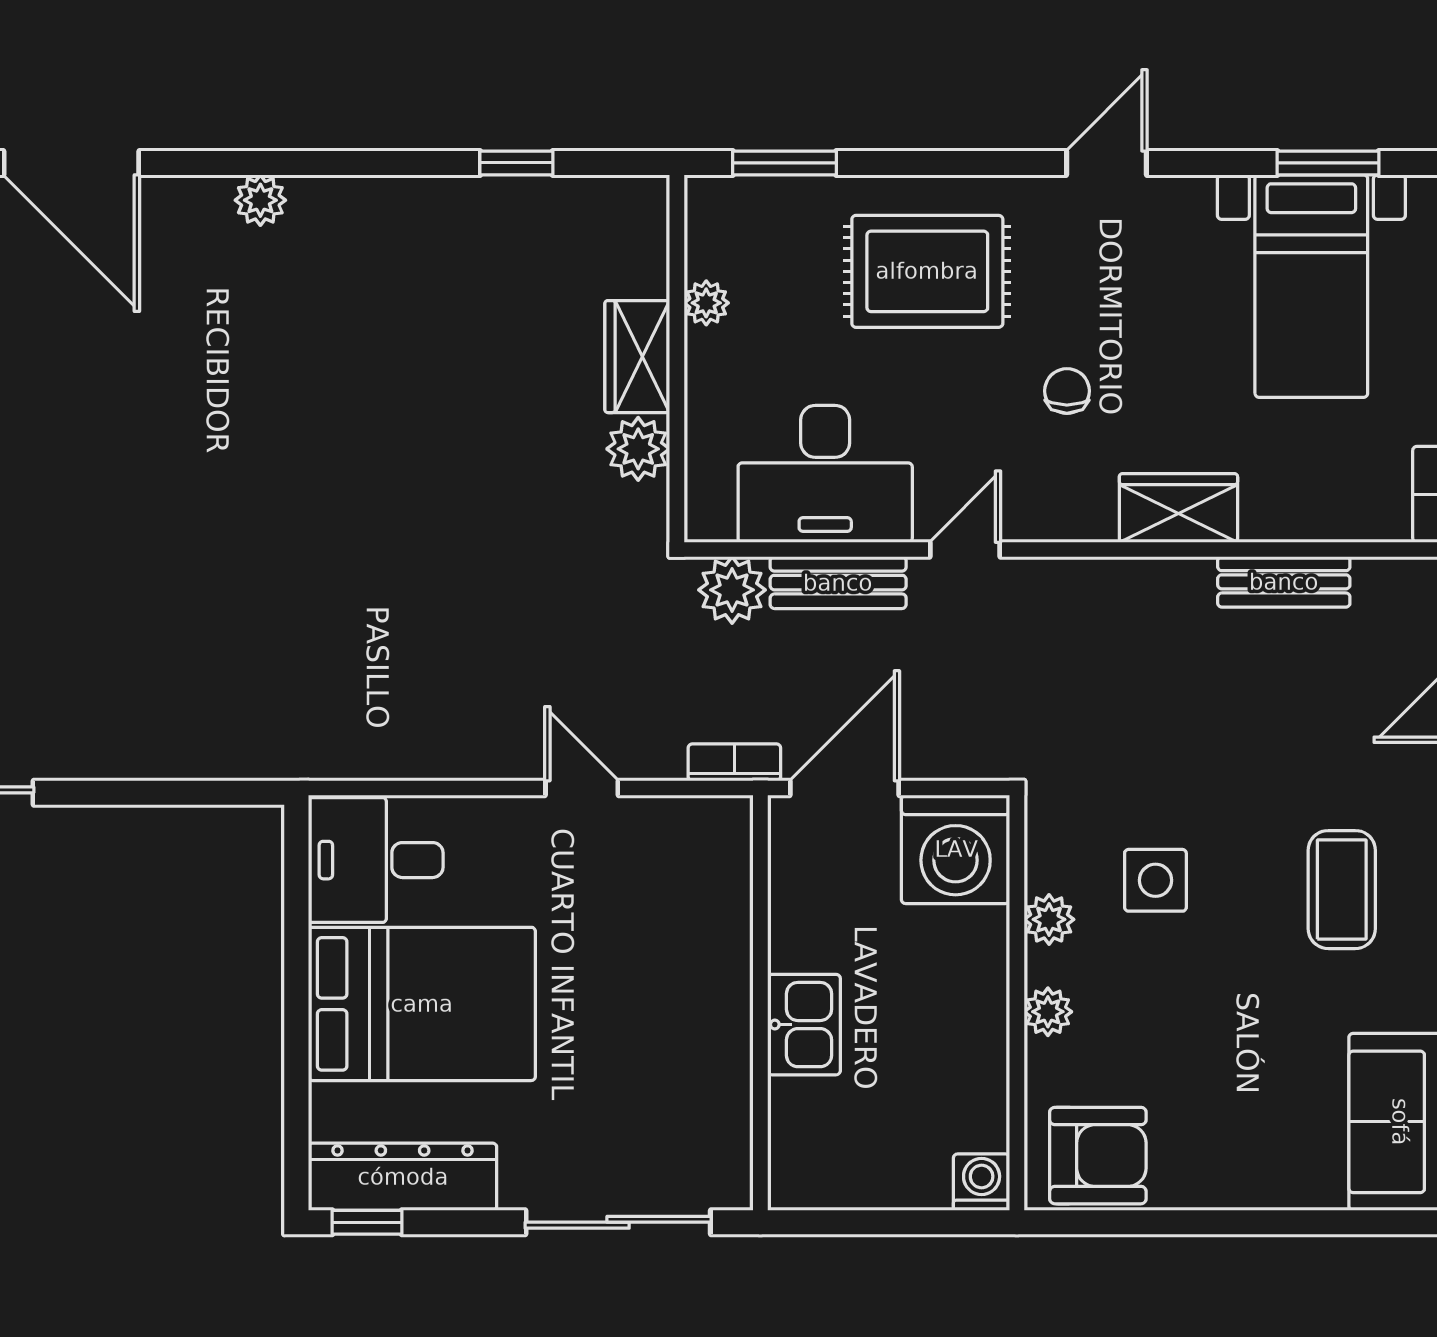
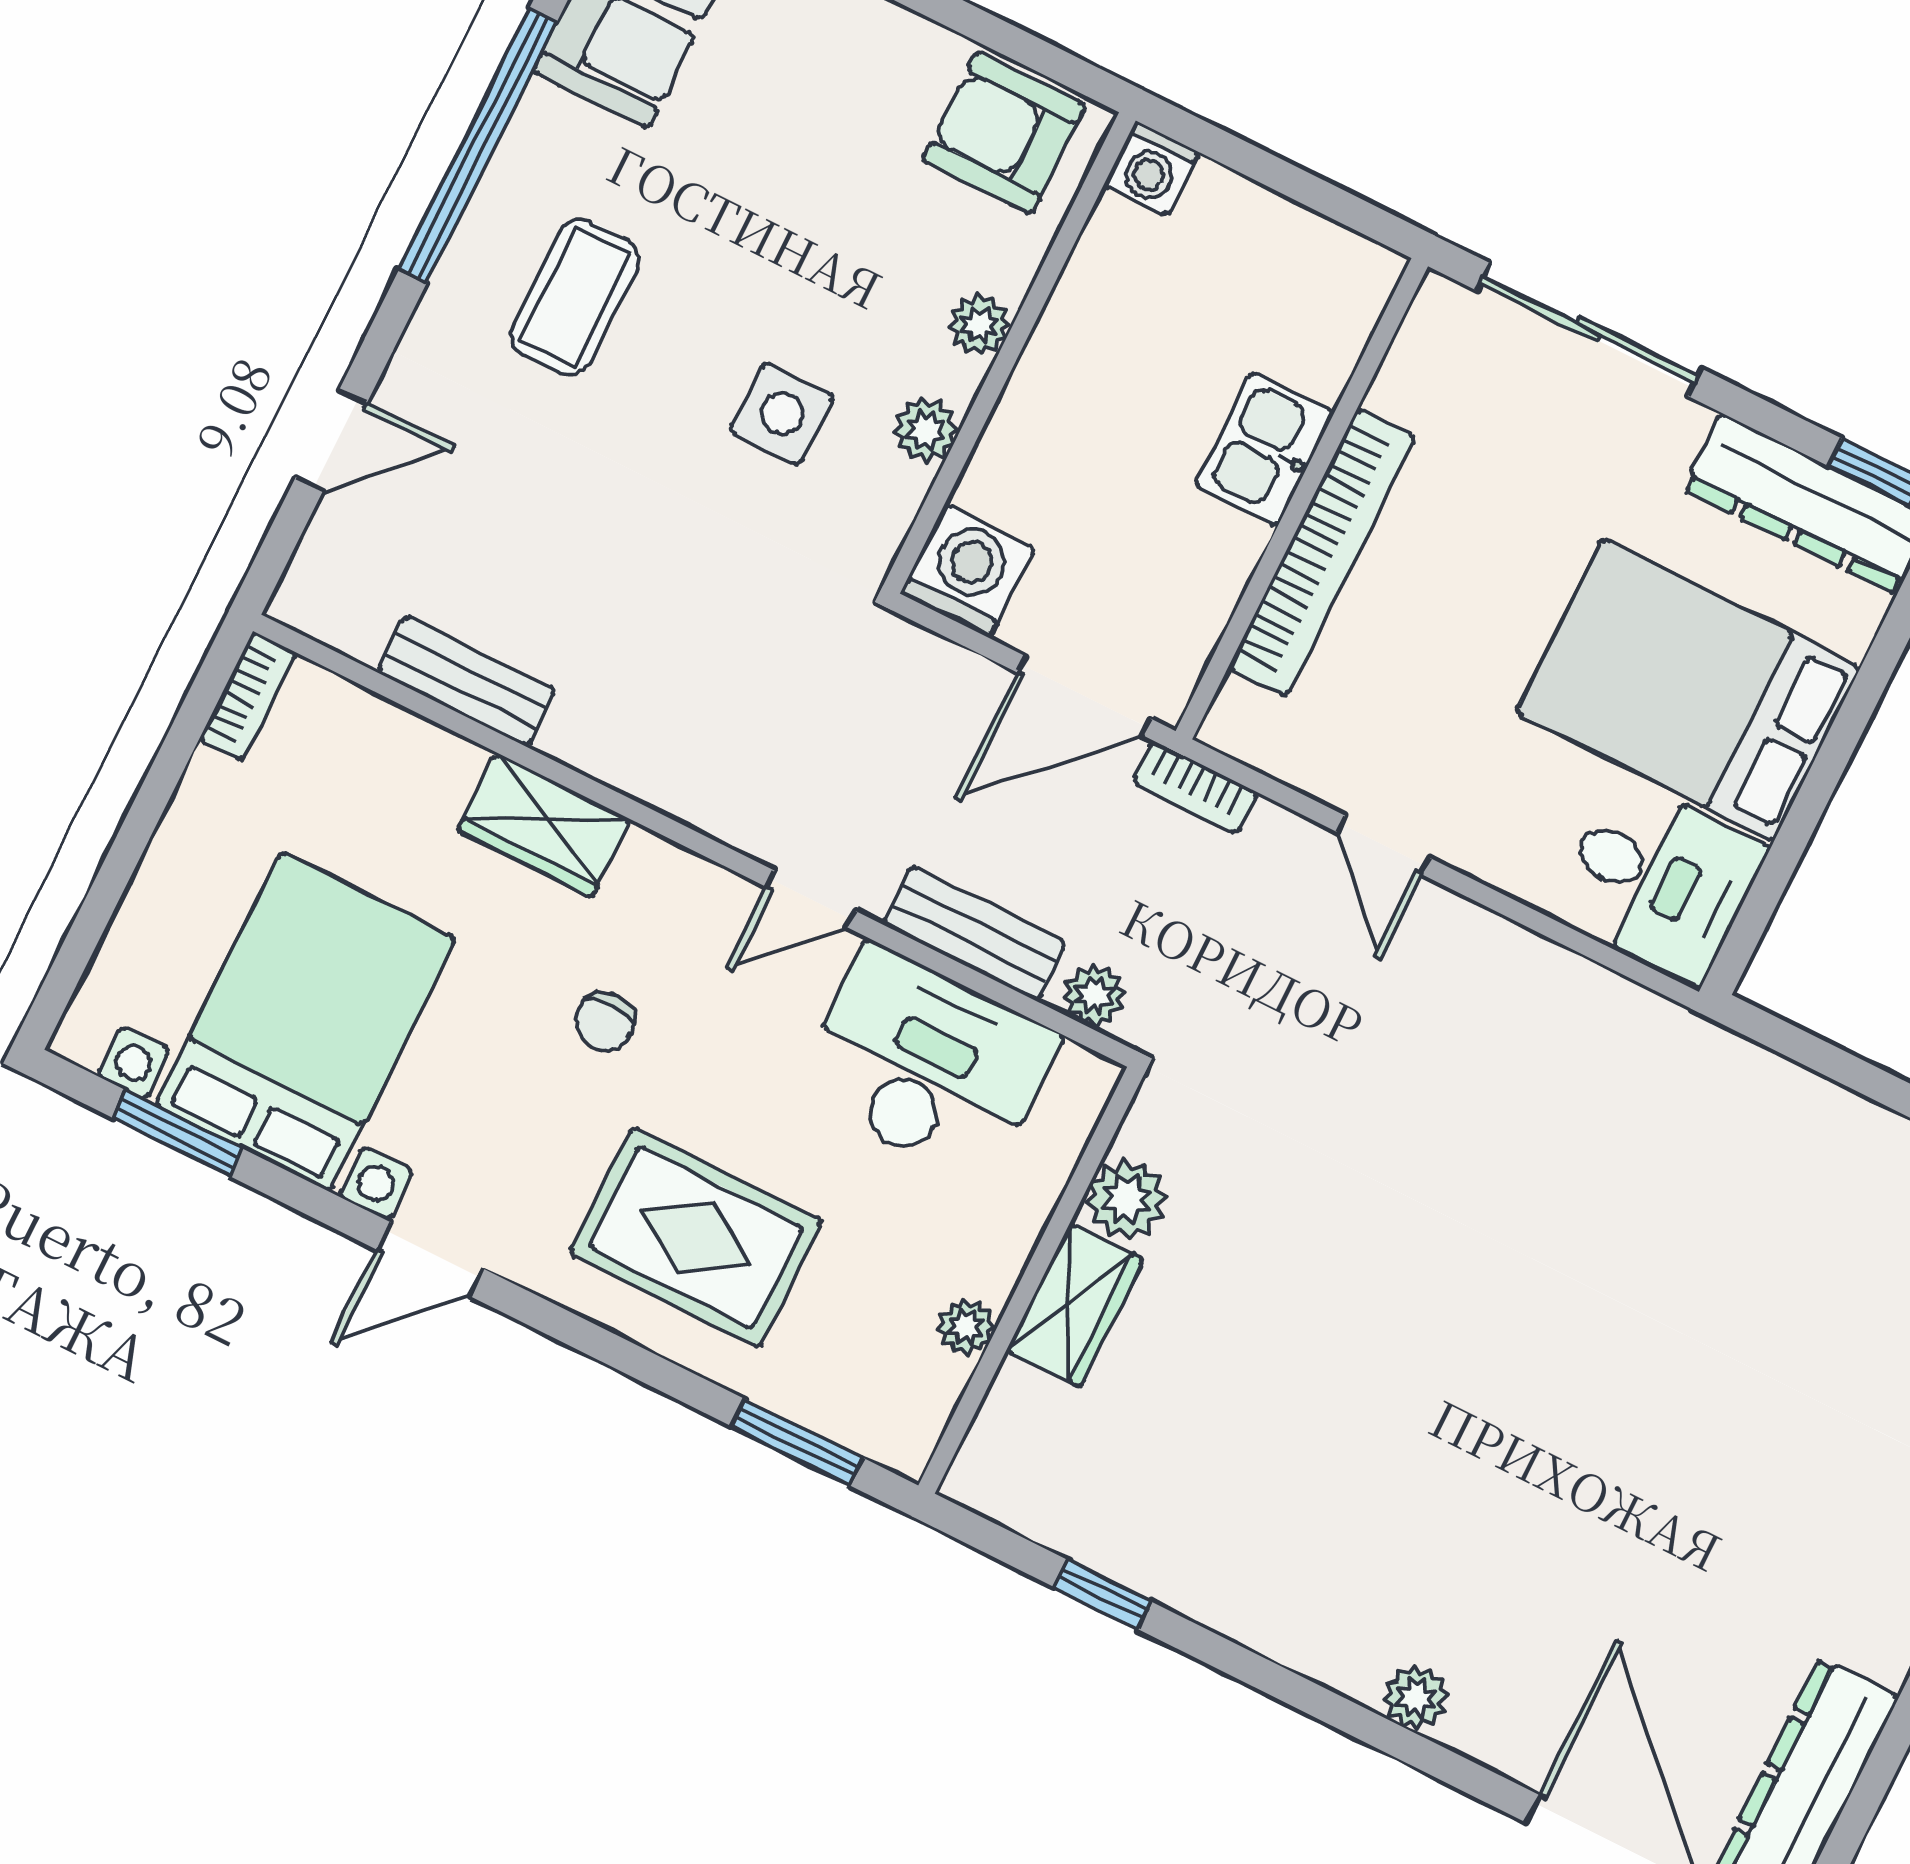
bed with nightstands: (1311, 286) -> (305, 1022), width x1.36
plant: (732, 590) -> (1094, 996), width x0.73, depth x0.73
washing machine: (956, 849) -> (967, 571), width x0.73, depth x0.73
bookcase: (727, 972) -> (1322, 553), added

